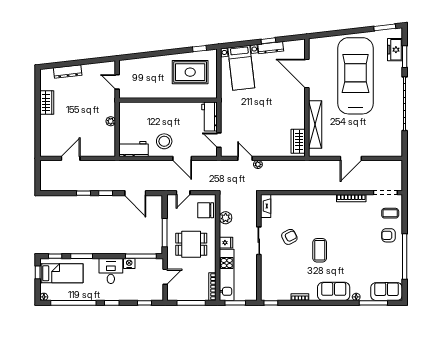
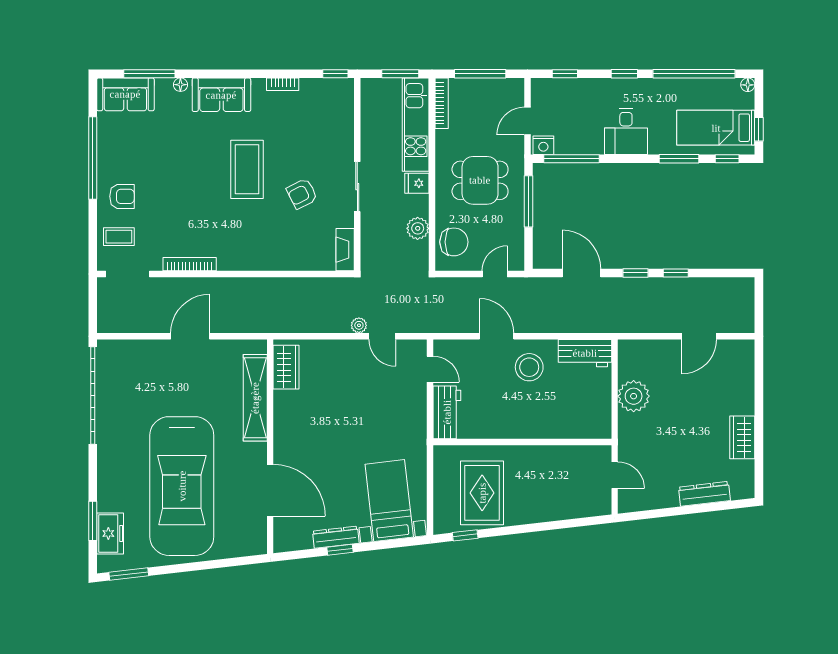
rug: (190, 72) -> (482, 493), turned 90
garage door: (405, 104) -> (93, 395), moved
plant: (111, 121) -> (634, 396), width x1.88, depth x1.88
coffee table: (320, 250) -> (247, 169), width x1.36, depth x1.32
nightstand: (129, 264) -> (543, 145), moved

